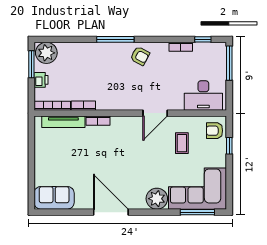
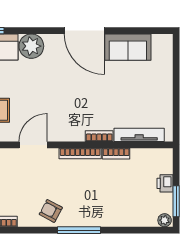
plant: (46, 53) -> (165, 220), width x0.53, depth x0.53
bookcase: (52, 106) -> (80, 153), moved
sofa: (54, 198) -> (128, 47), moved

